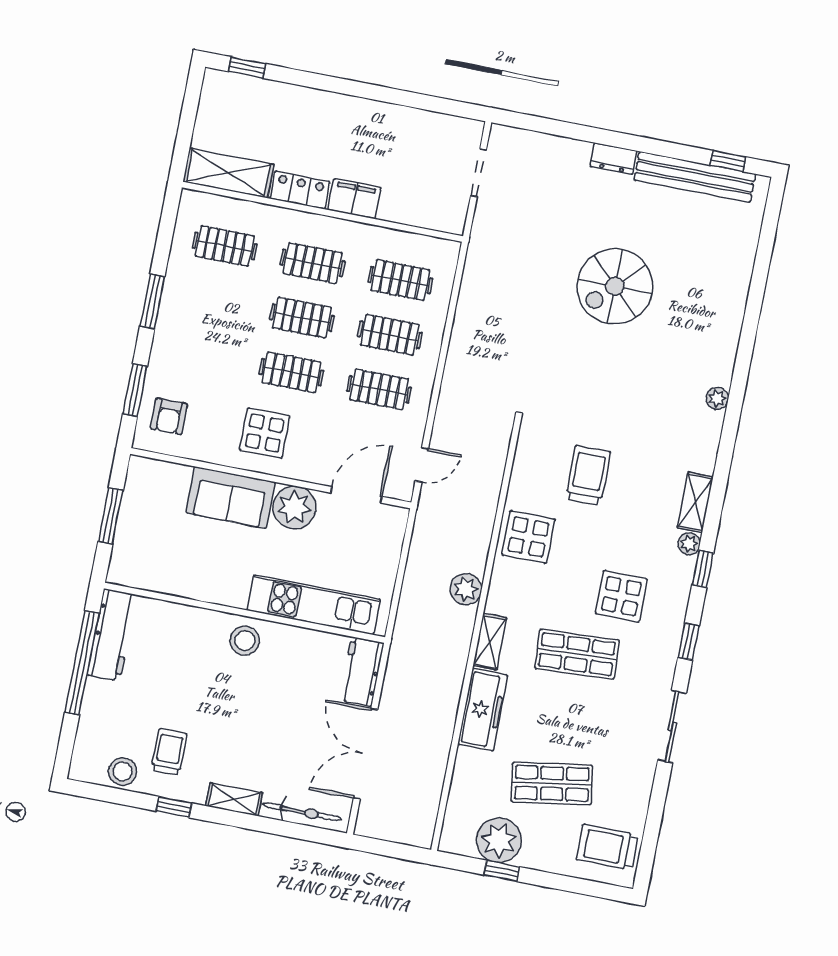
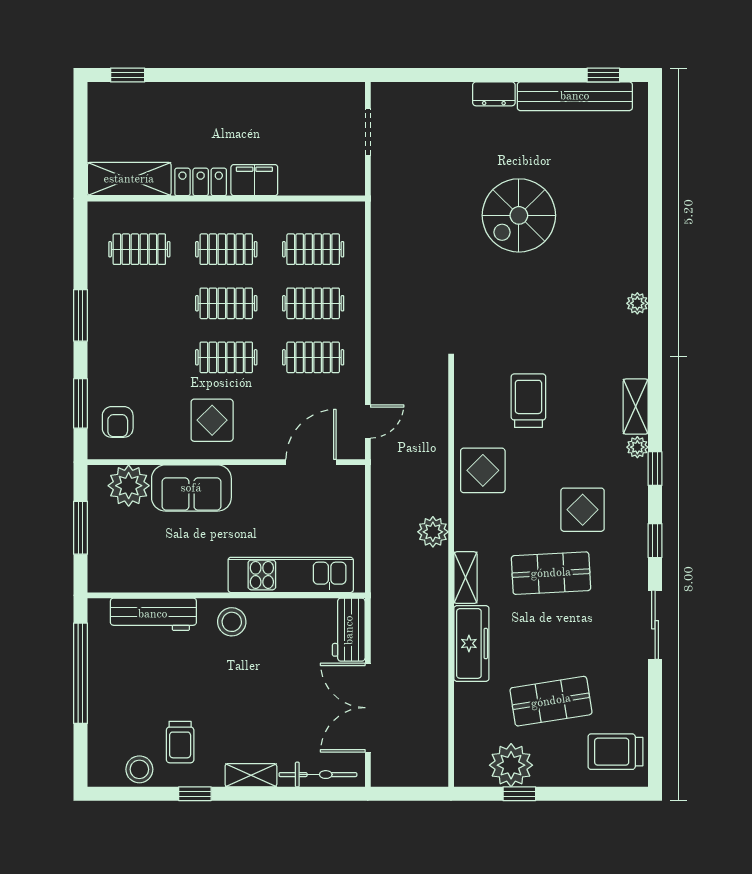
plant: (294, 507) -> (129, 486), moved
workbench: (112, 635) -> (153, 614), moved, turned 90
trolley: (169, 752) -> (180, 742), turned 180

